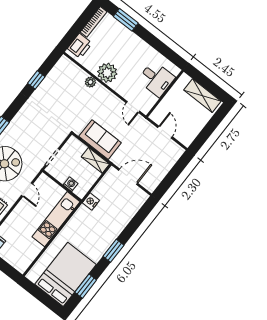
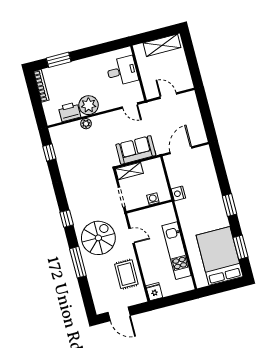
printer: (80, 46) -> (69, 112), moved, turned -90
window: (36, 80) -> (49, 153), moved
shelving: (95, 160) -> (129, 171), moved
kitchen unit: (56, 219) -> (176, 251), moved

